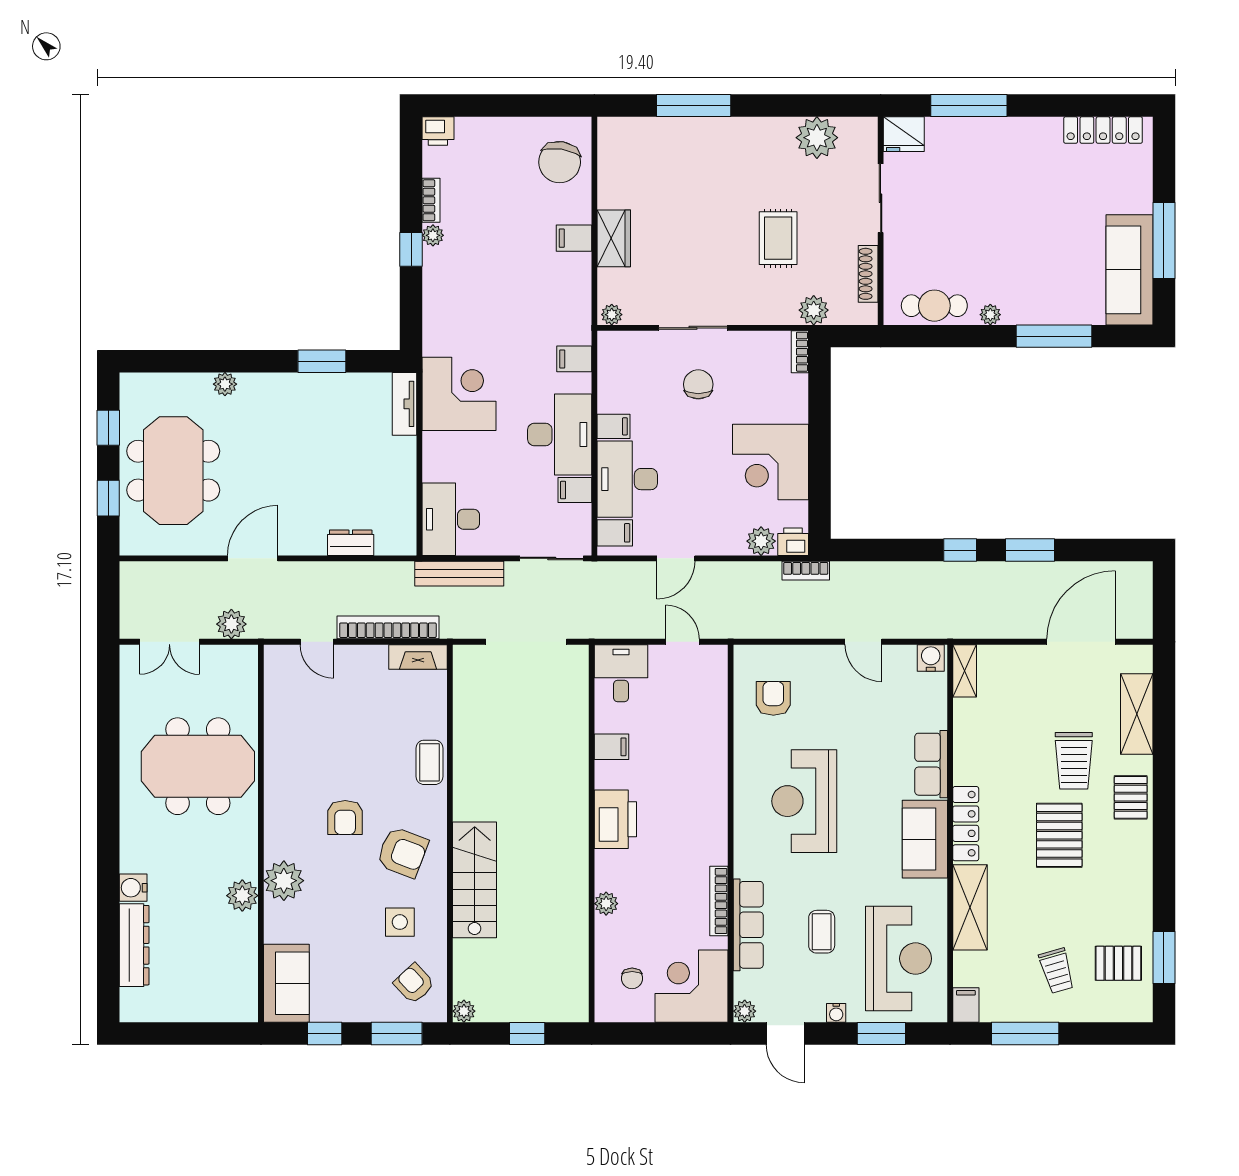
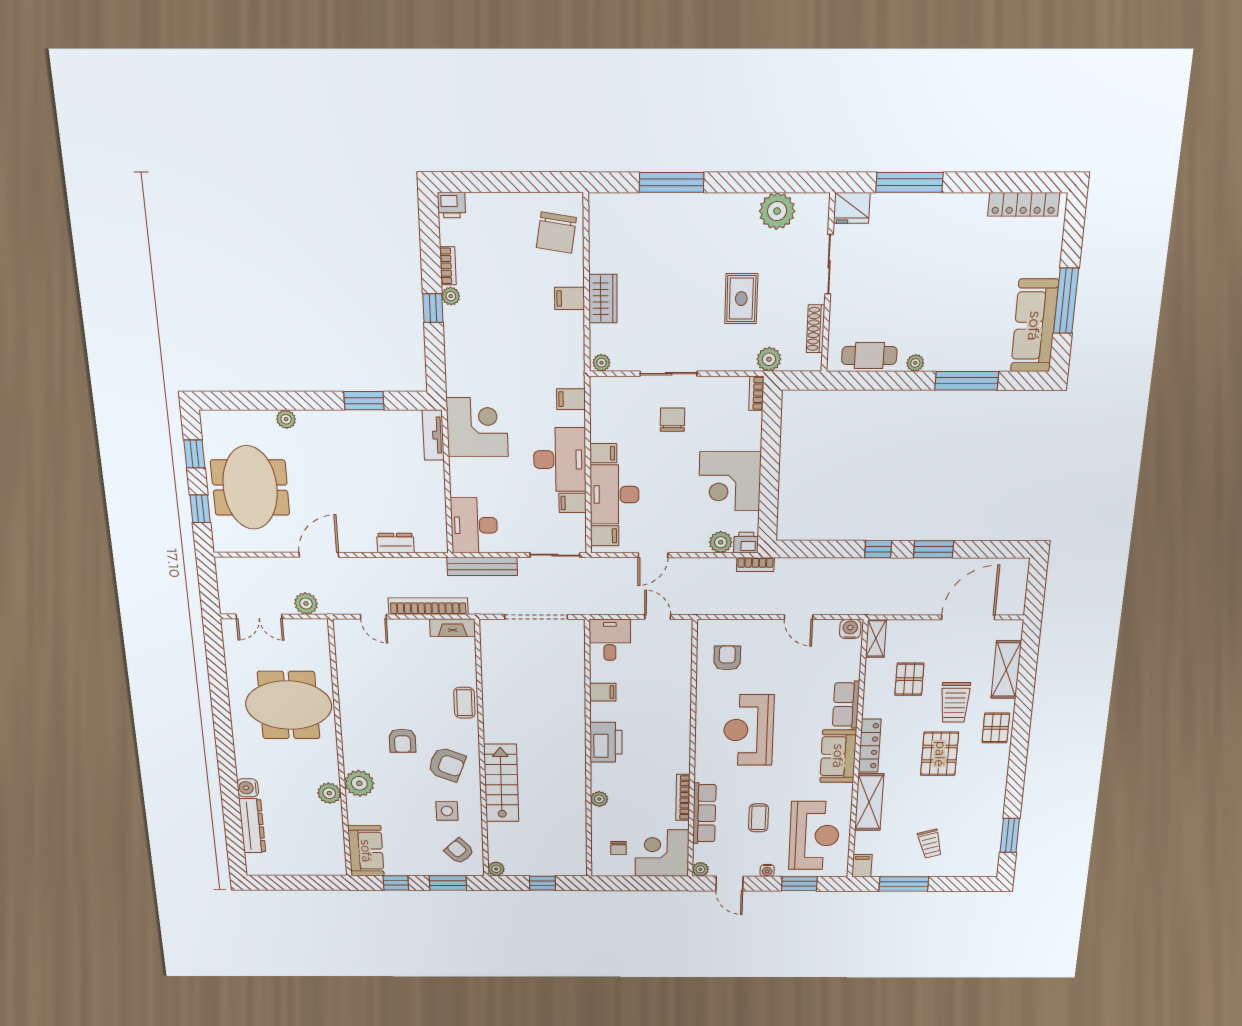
pallet: (1118, 963) -> (909, 679), moved, turned 90

